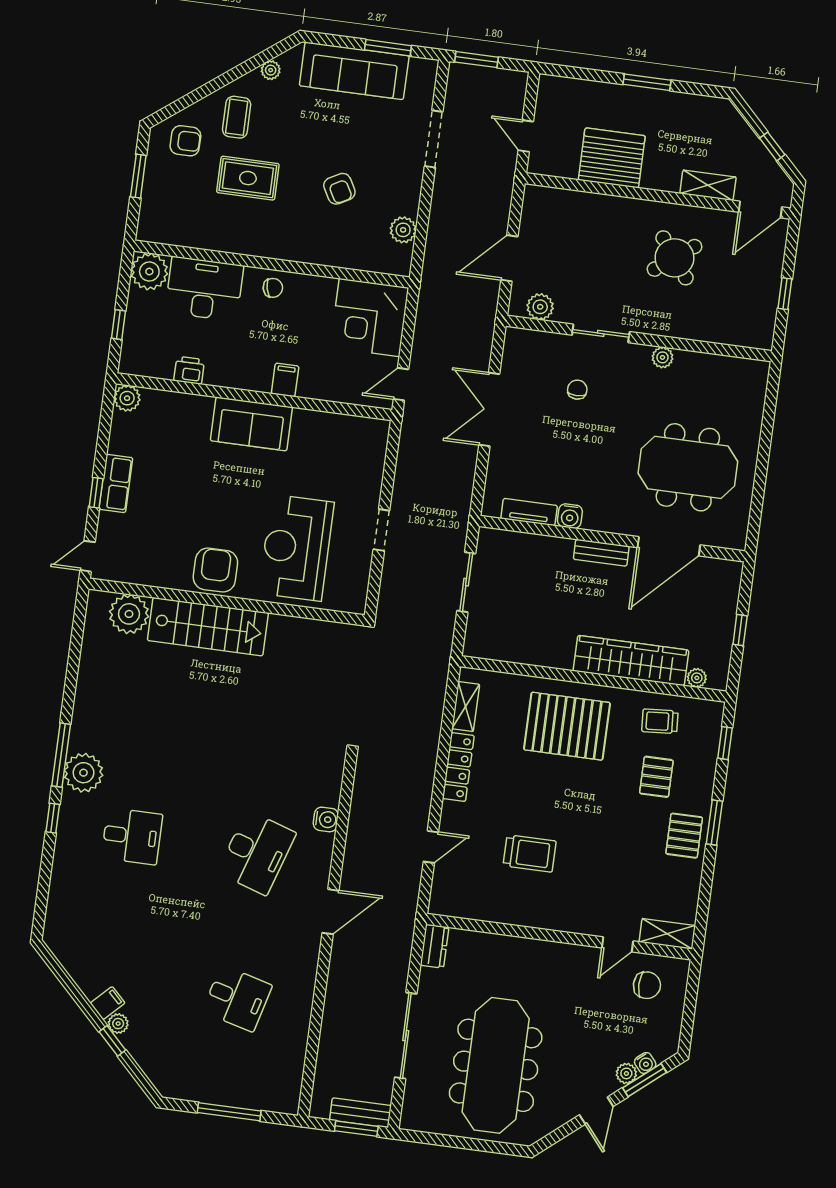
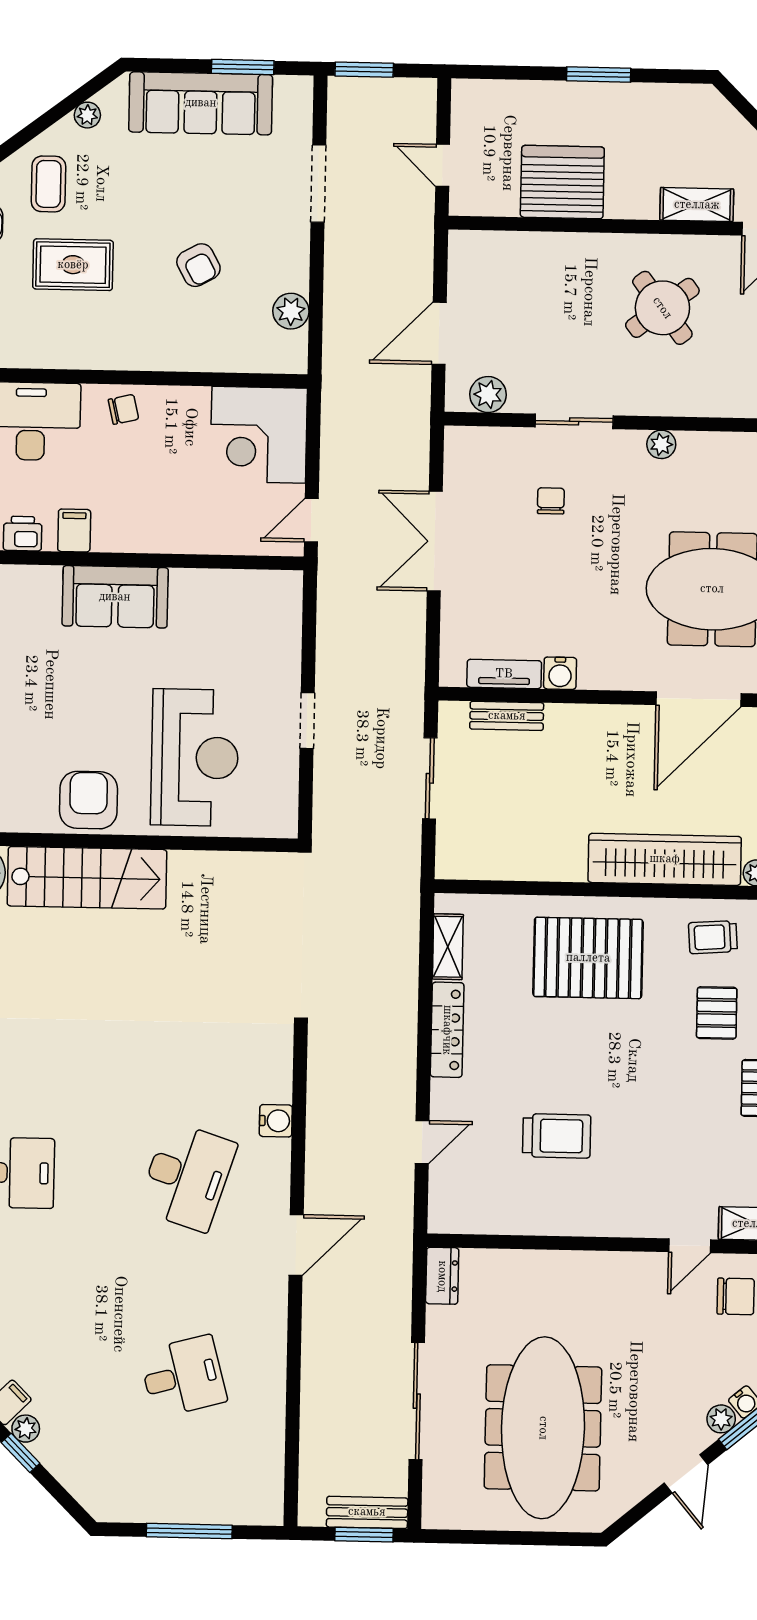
filing cabinet: (285, 380) -> (74, 530), moved
reception desk: (296, 548) -> (195, 758), turned 180
bench: (601, 553) -> (507, 716), moved
desk: (237, 998) -> (183, 1376), turned -30

